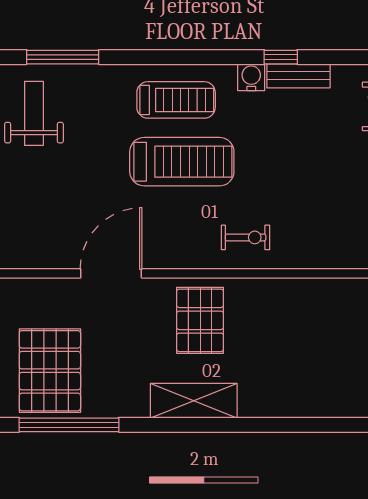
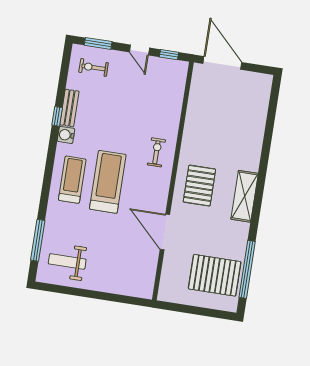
pallet: (200, 320) -> (199, 186), turned 90

